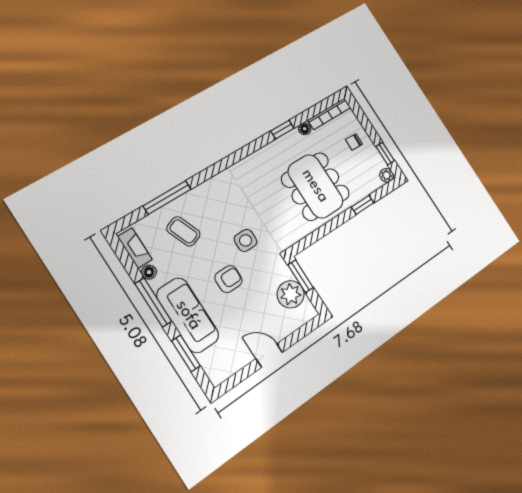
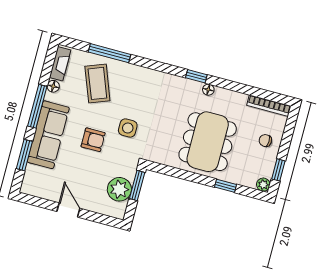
floor lamp: (305, 129) -> (208, 90), moved
window: (282, 130) -> (196, 76), moved
coffee table: (183, 231) -> (97, 83), width x1.36, depth x1.30

